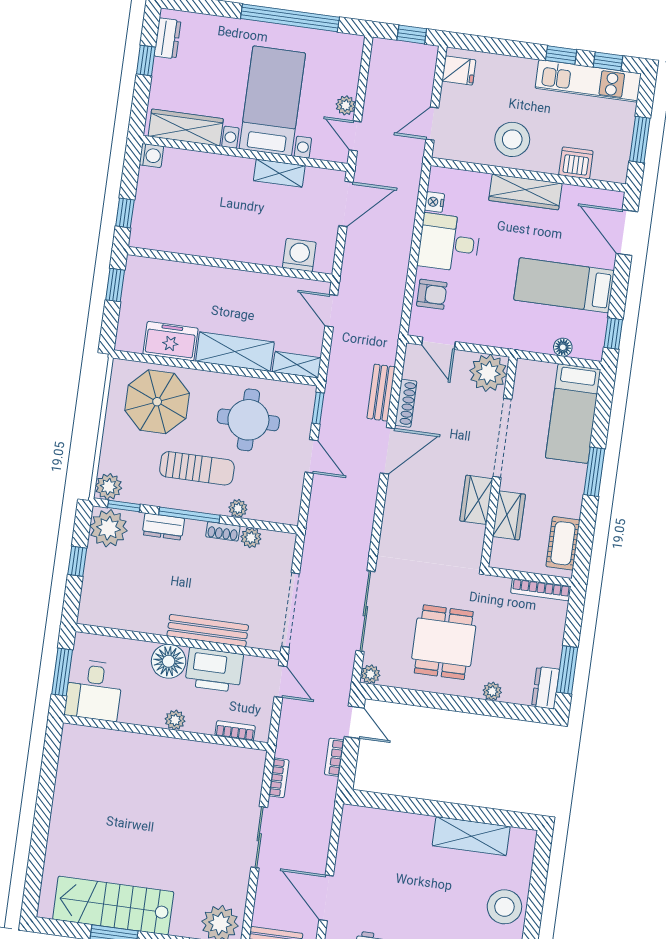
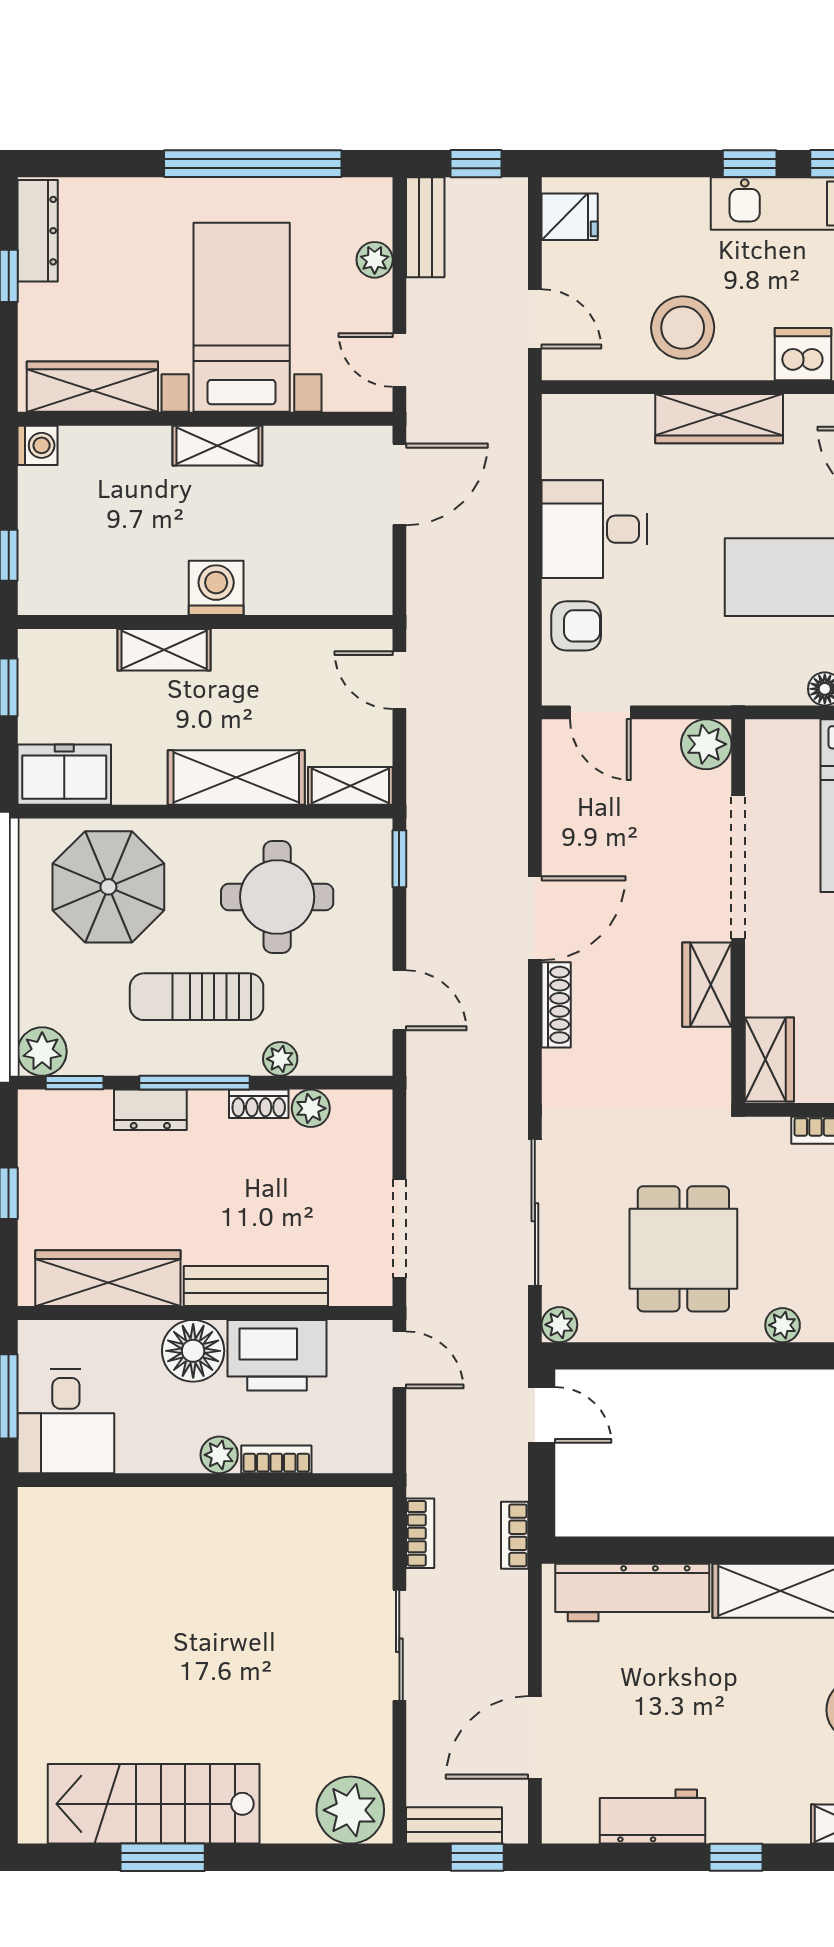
dresser: (167, 38) -> (38, 231), width x1.44
plant: (346, 105) -> (375, 260), moved
door: (432, 124) -> (535, 319), swing flipped
shelving: (279, 173) -> (217, 446), moved
nightstand: (434, 202) -> (558, 459), removed
washing machine: (299, 255) -> (216, 588), moved
shelving: (205, 276) -> (164, 650), added
freezer: (170, 341) -> (64, 775), moved
plant: (488, 373) -> (706, 744), width x0.73, depth x0.73
bench: (381, 393) -> (425, 227), moved
shoe rack: (406, 403) -> (556, 1005), moved
door: (311, 456) -> (399, 1000), moved
sun lounger: (197, 468) -> (197, 997), turned 180
wardrobe: (509, 515) -> (769, 1059), moved
plant: (108, 528) -> (52, 1126), removed
doorway: (290, 610) -> (399, 1229), width x0.73
wardrobe: (127, 615) -> (108, 1278), added
bookcase: (235, 731) -> (276, 1459), moved
bookcase: (334, 757) -> (515, 1535), moved
workbench: (390, 826) -> (632, 1593), added
door: (326, 898) -> (535, 1737), hinge flipped

